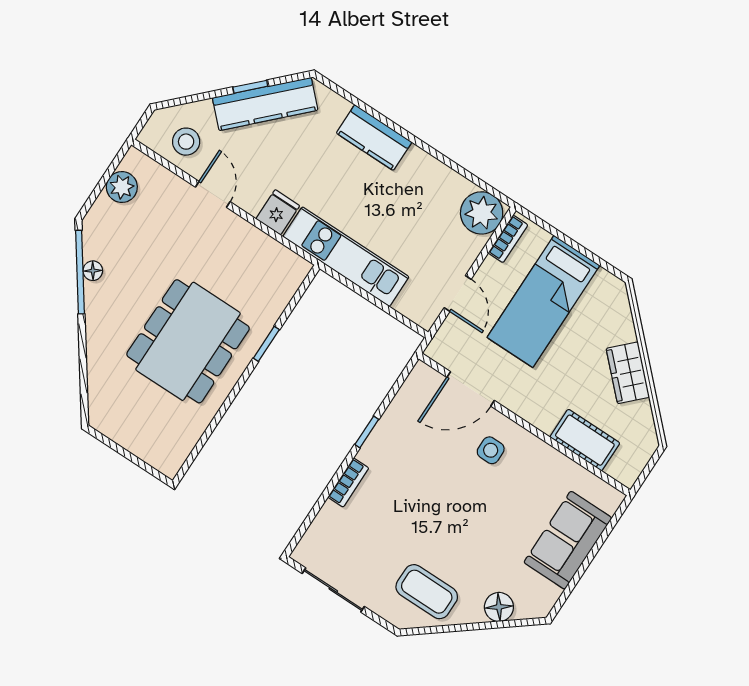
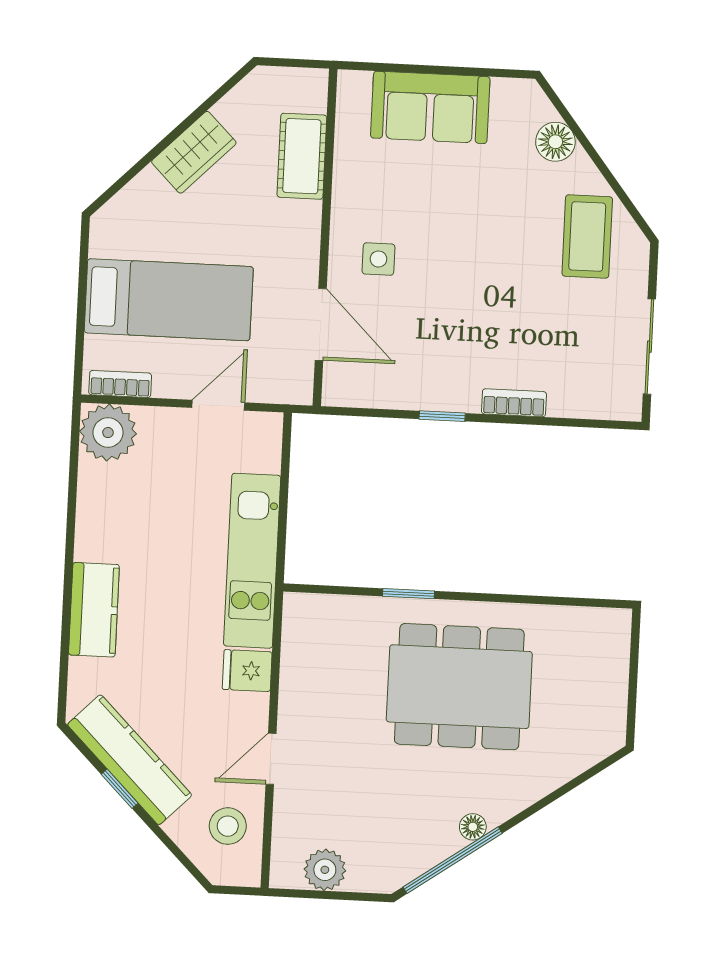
floor lamp: (93, 271) -> (473, 827), moved

